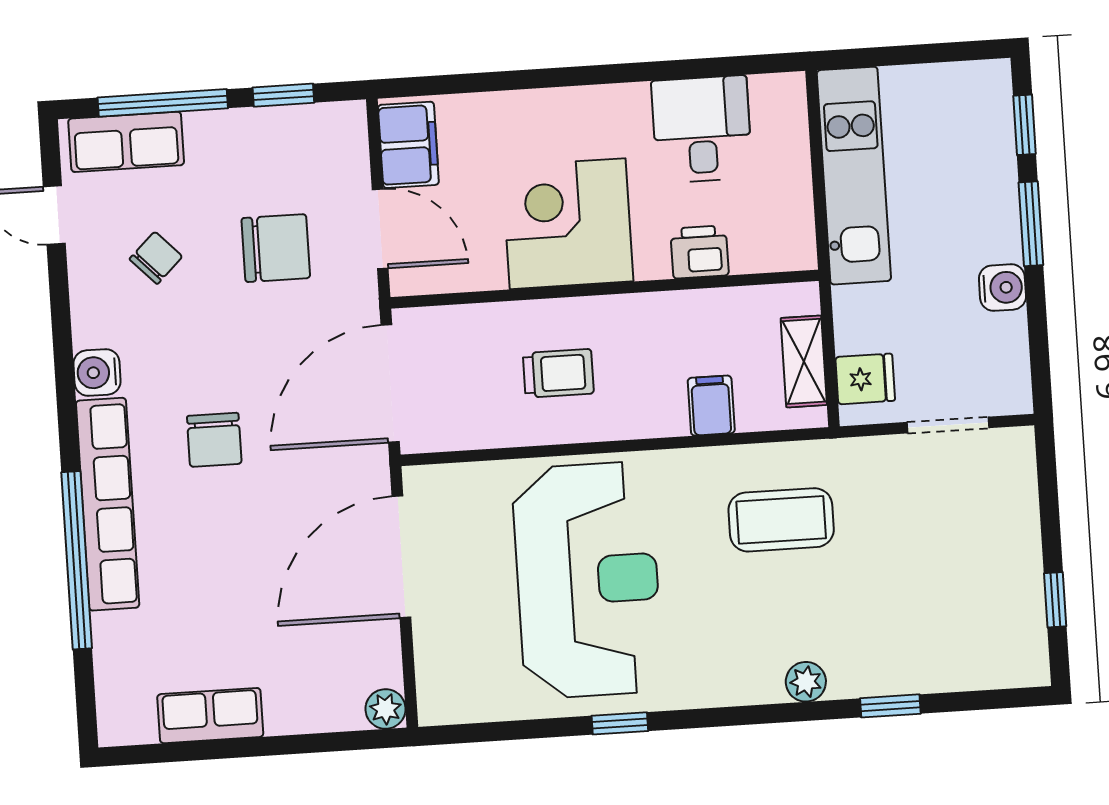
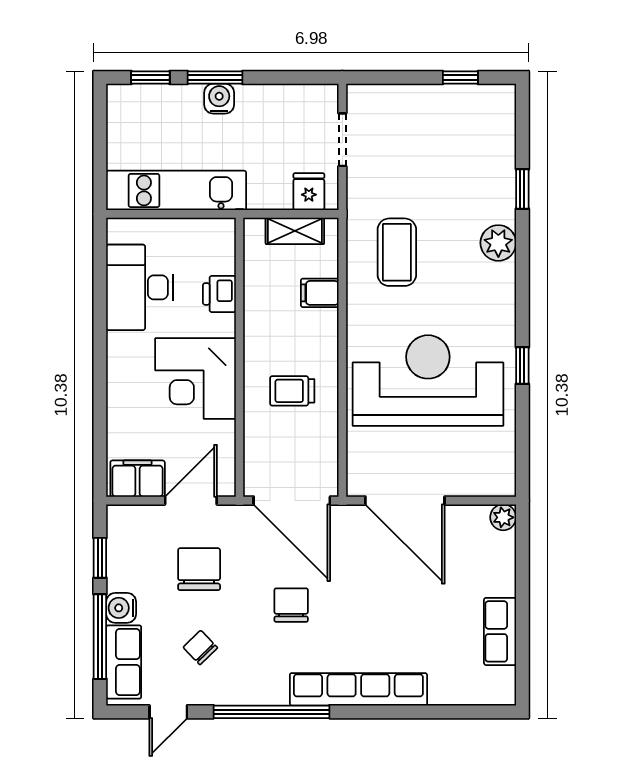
desk: (702, 129) -> (140, 287), width x1.37
water cooler: (1002, 288) -> (219, 99), moved
water cooler: (97, 372) -> (121, 608), moved, turned 90
trolley: (558, 373) -> (292, 391), turned -90
chair: (214, 440) -> (291, 605), moved, turned -90
window: (77, 560) -> (271, 712), moved
plant: (806, 682) -> (498, 243), width x1.38, depth x1.38

